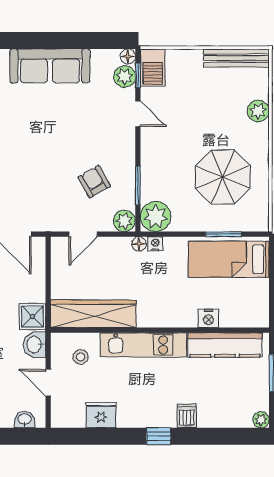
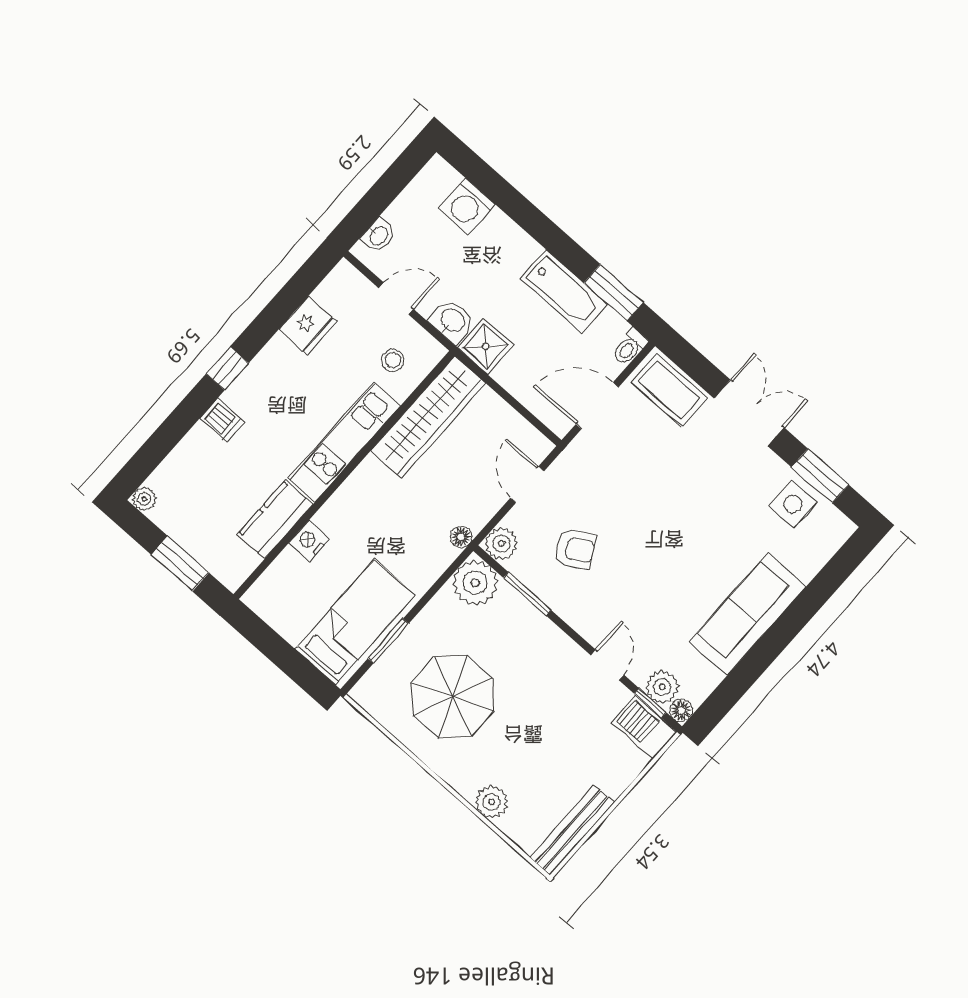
door: (138, 114) -> (607, 665), swing flipped
nightstand: (155, 244) -> (445, 555), removed
kitchen counter: (225, 345) -> (275, 519), width x0.67

